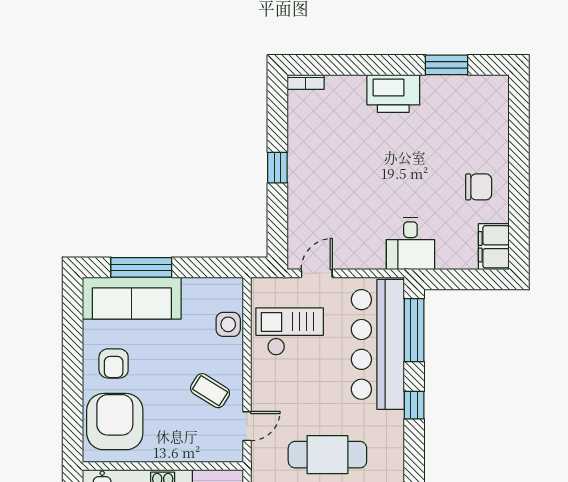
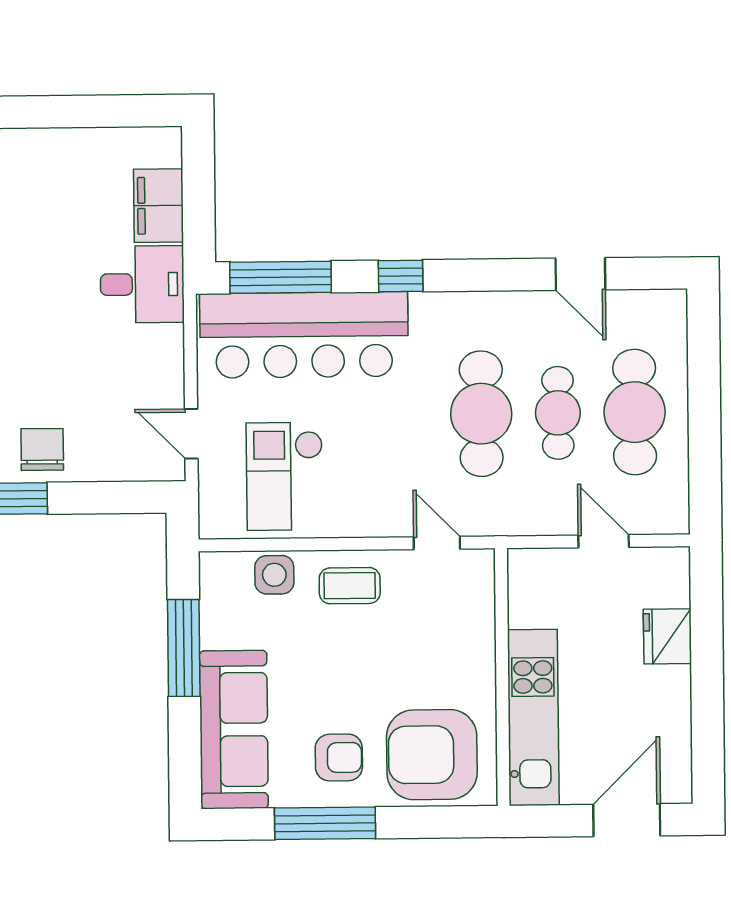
chair: (479, 187) -> (42, 449), moved
filing cabinet: (494, 247) -> (158, 206), moved, turned 90
window: (141, 267) -> (184, 648), moved
window: (73, 354) -> (325, 823), added
coffee table: (210, 391) -> (350, 586), moved, turned 58

